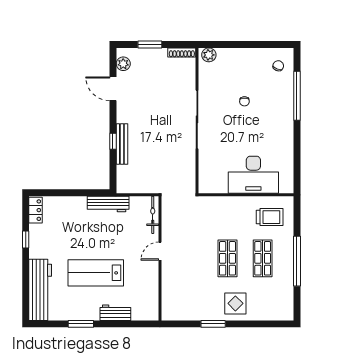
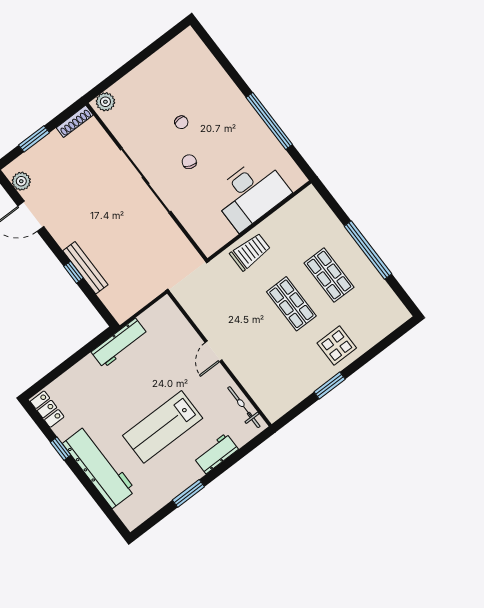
chair: (278, 66) -> (189, 162), moved
window: (297, 96) -> (269, 121), moved
bicycle: (153, 215) -> (244, 407), moved
trolley: (270, 217) -> (250, 252), moved
workbench: (40, 290) -> (99, 467), moved

